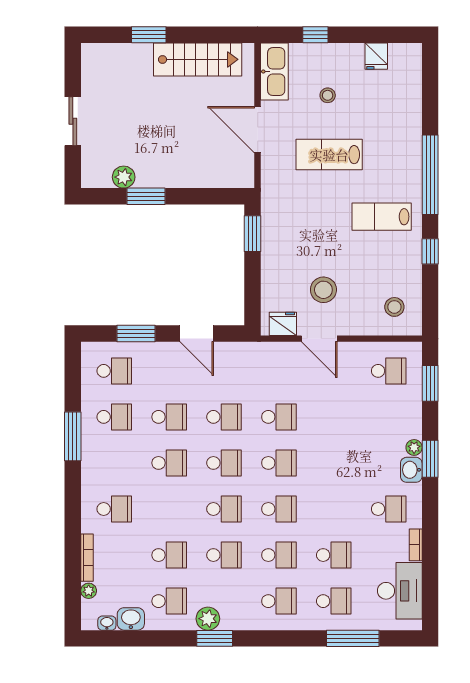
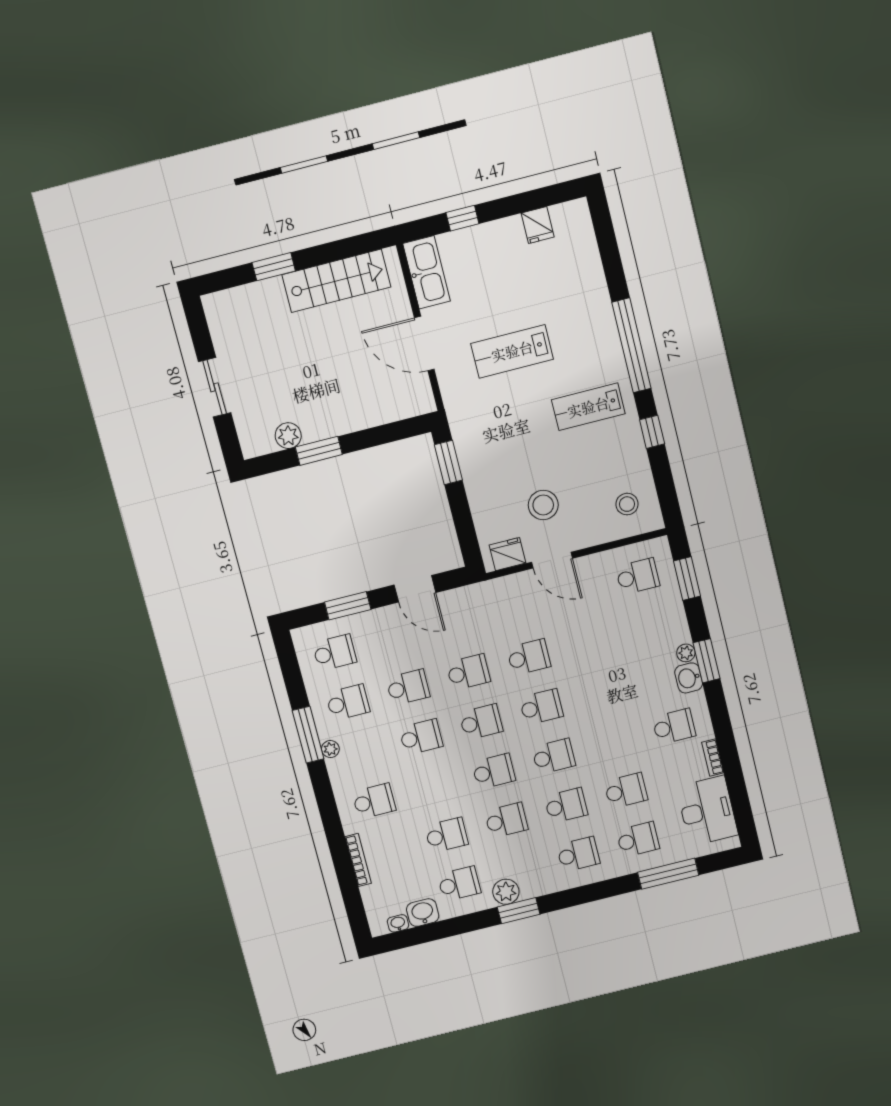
stool: (328, 95) -> (494, 284), removed
plant: (89, 591) -> (330, 749), moved

